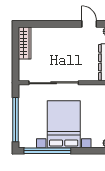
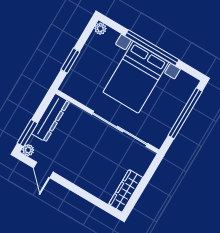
window: (47, 151) -> (152, 48), moved

